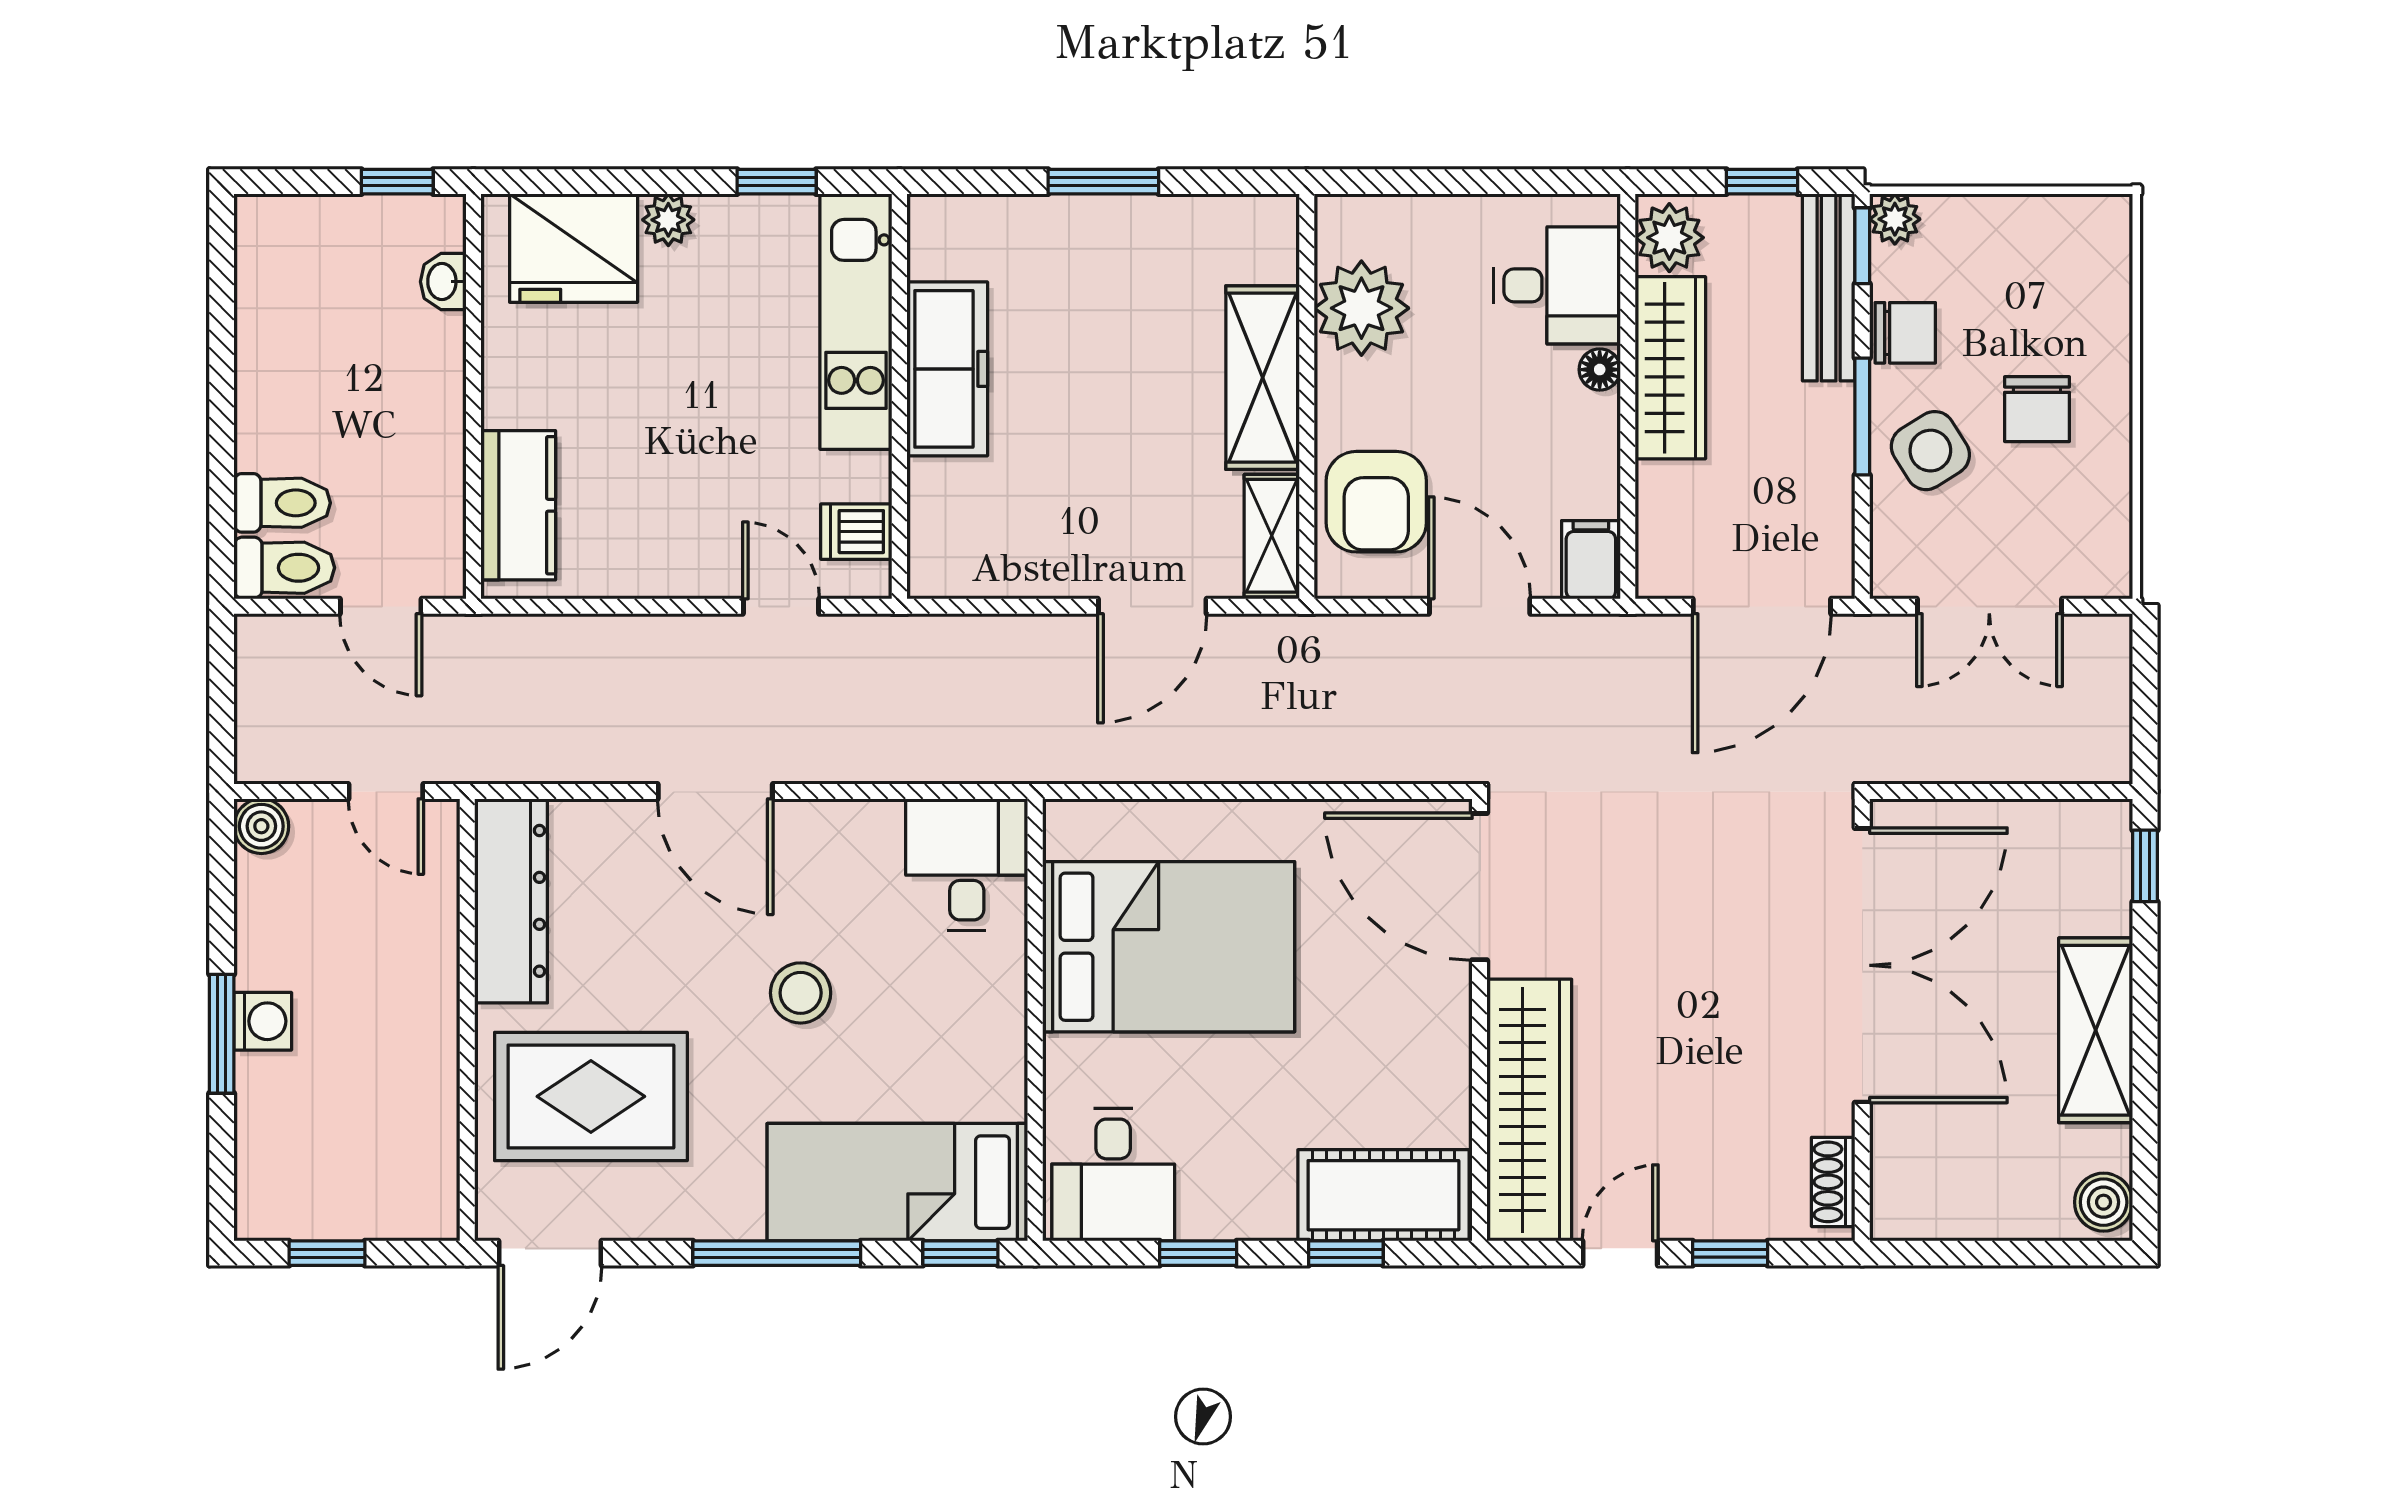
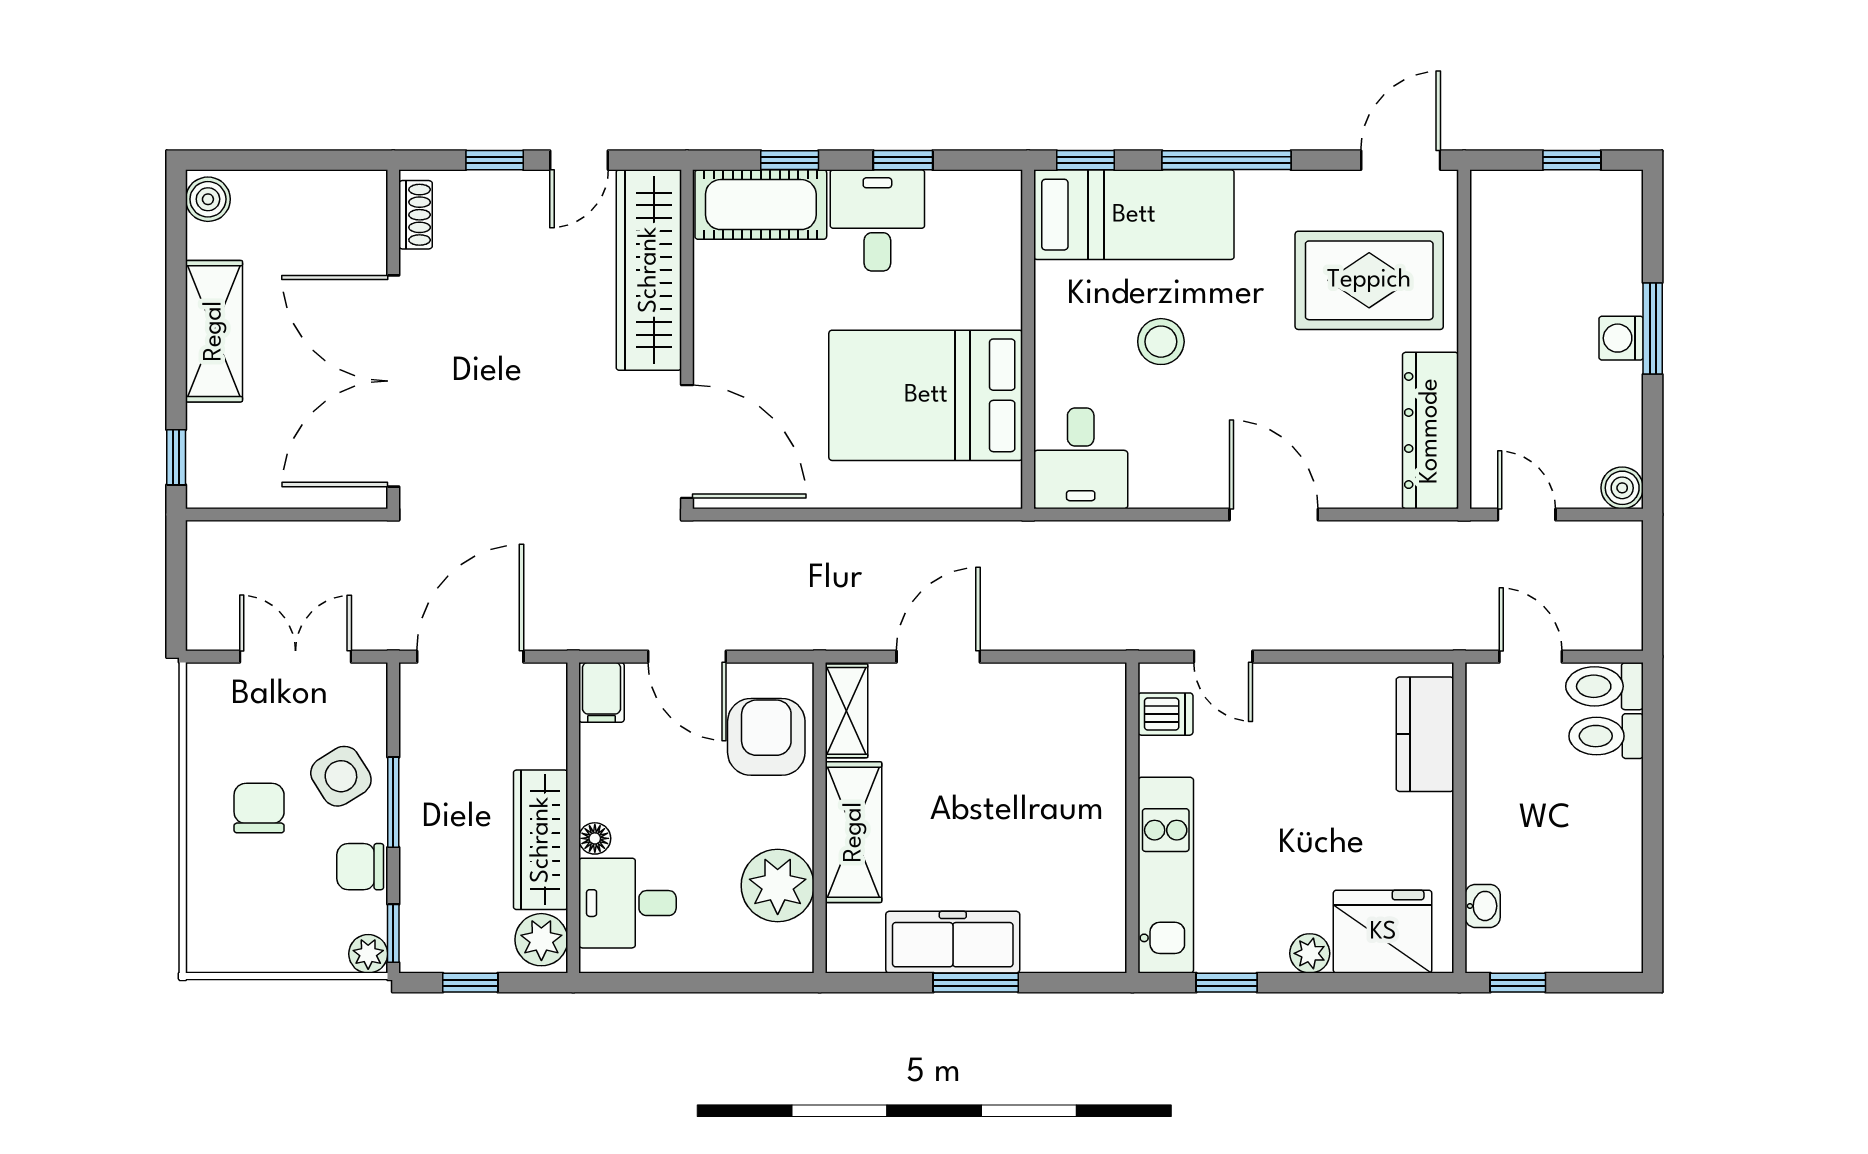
bench: (1829, 287) -> (419, 901), removed
freezer: (947, 369) -> (953, 942), moved, turned 90
stool: (801, 993) -> (1161, 342), moved
desk: (1113, 1175) -> (877, 220), moved

